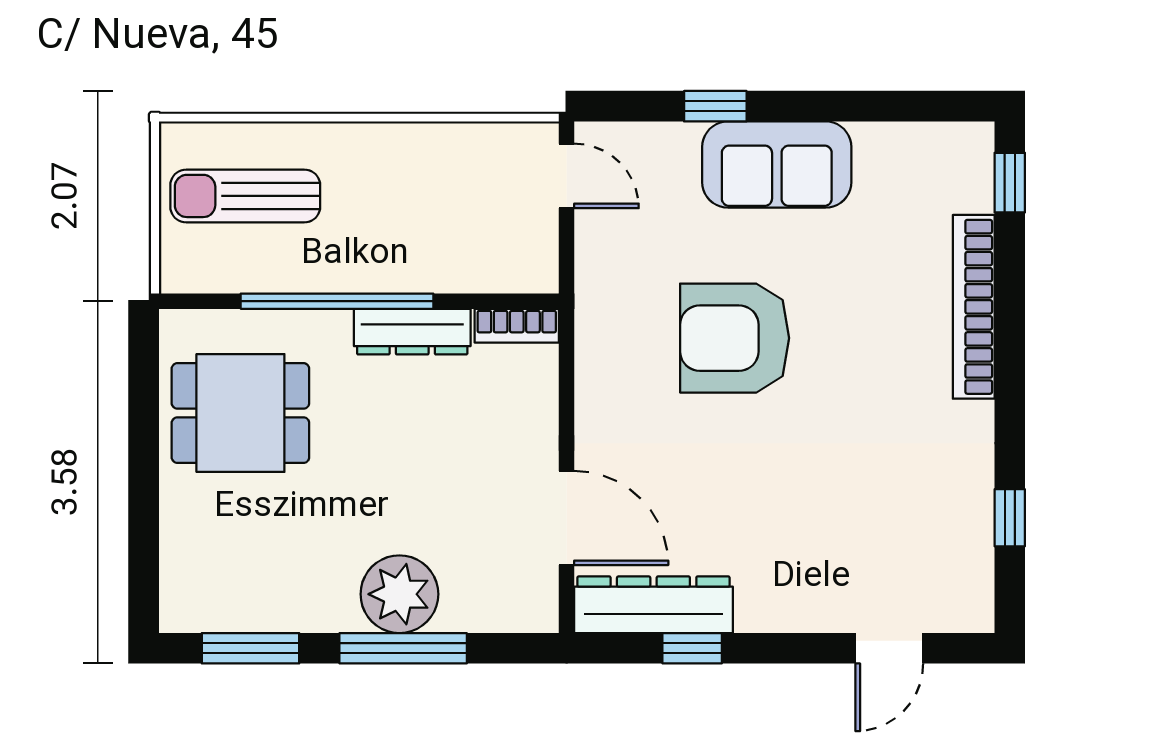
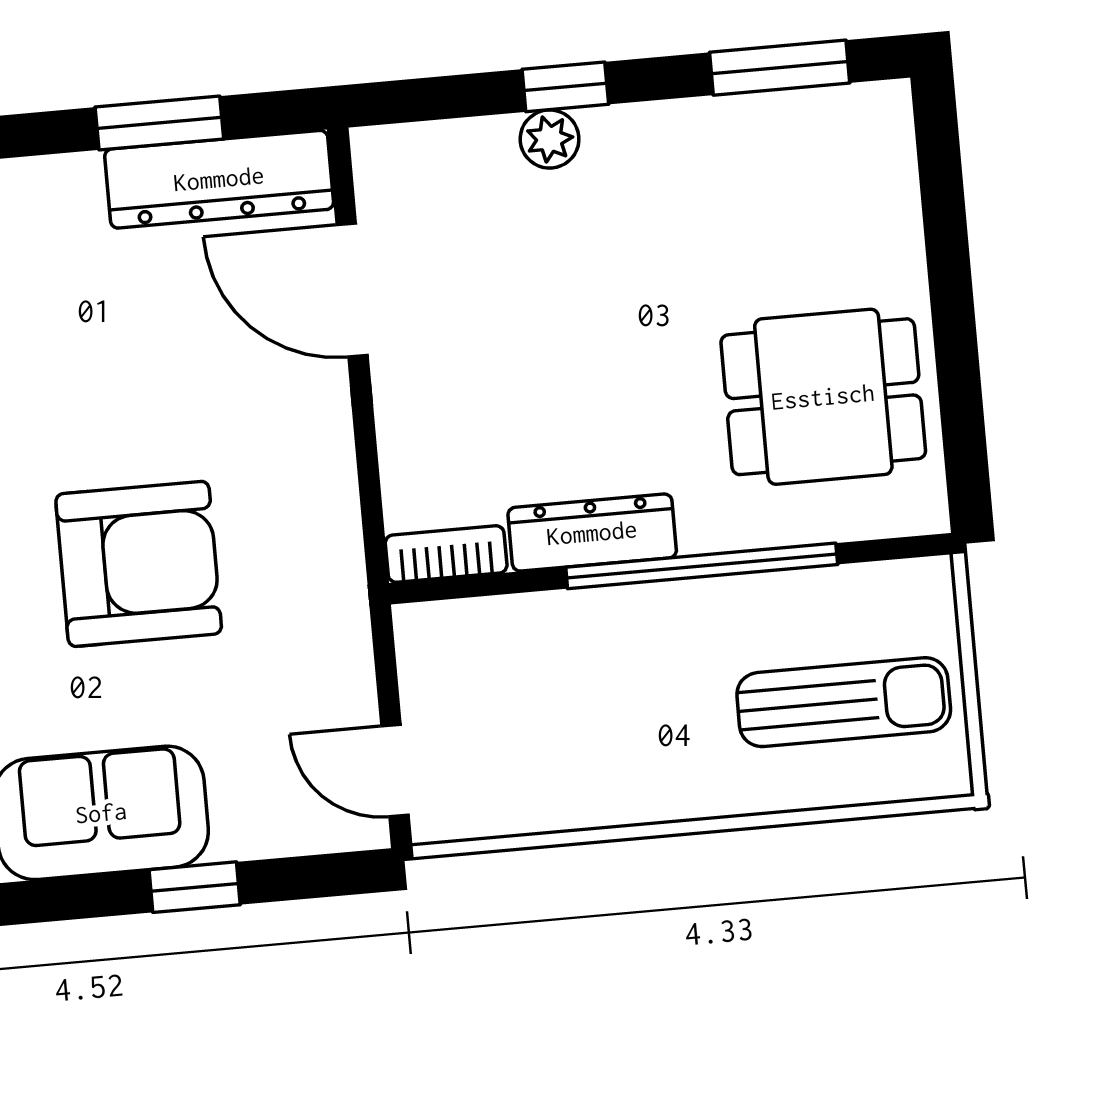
plant: (399, 594) -> (550, 139), width x0.53, depth x0.53
window: (403, 648) -> (565, 87), width x0.46
window: (692, 648) -> (159, 123), width x1.50

